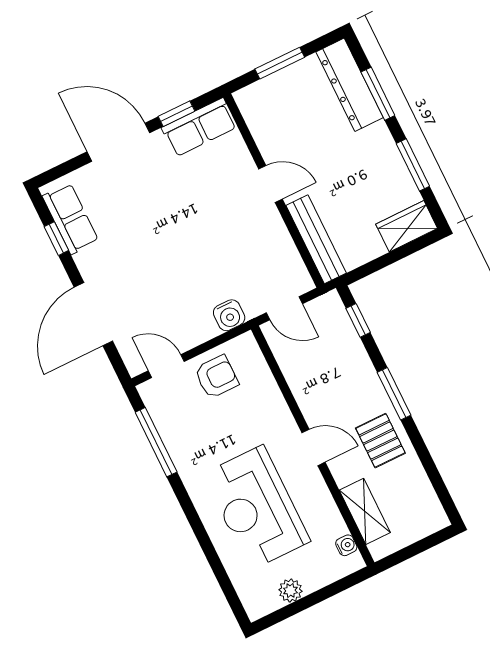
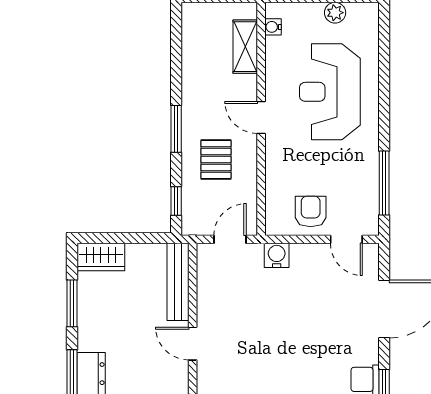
door: (284, 308) -> (230, 239), hinge flipped
armchair: (216, 377) -> (311, 211), turned 90
pallet: (380, 441) -> (216, 159), moved
reception desk: (256, 508) -> (330, 92), turned 180

